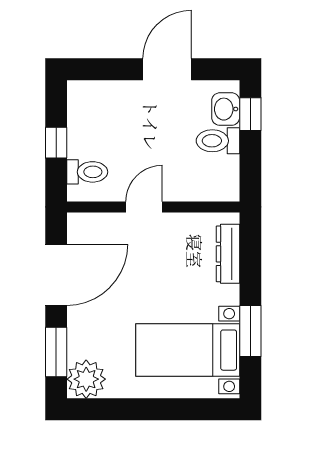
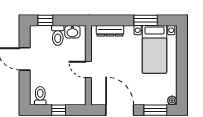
washbasin: (226, 109) -> (72, 32), moved
toilet: (87, 172) -> (40, 96), moved
plant: (86, 379) -> (172, 100), width x0.53, depth x0.53

